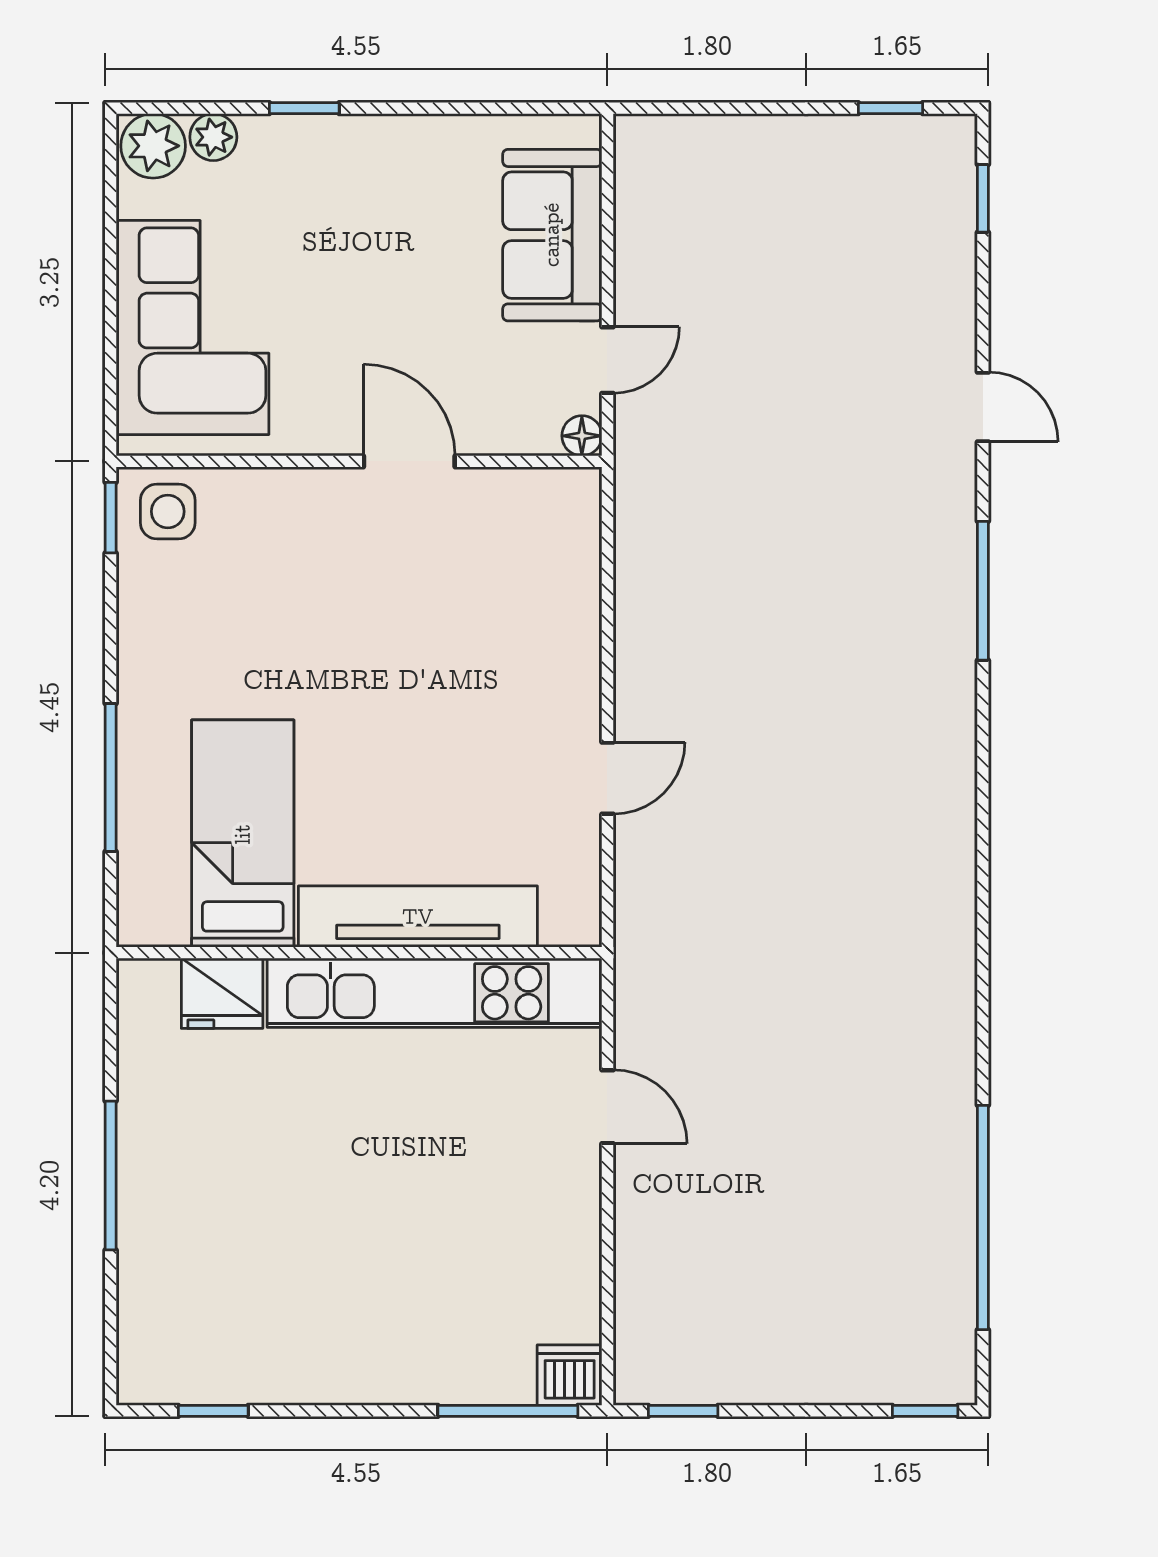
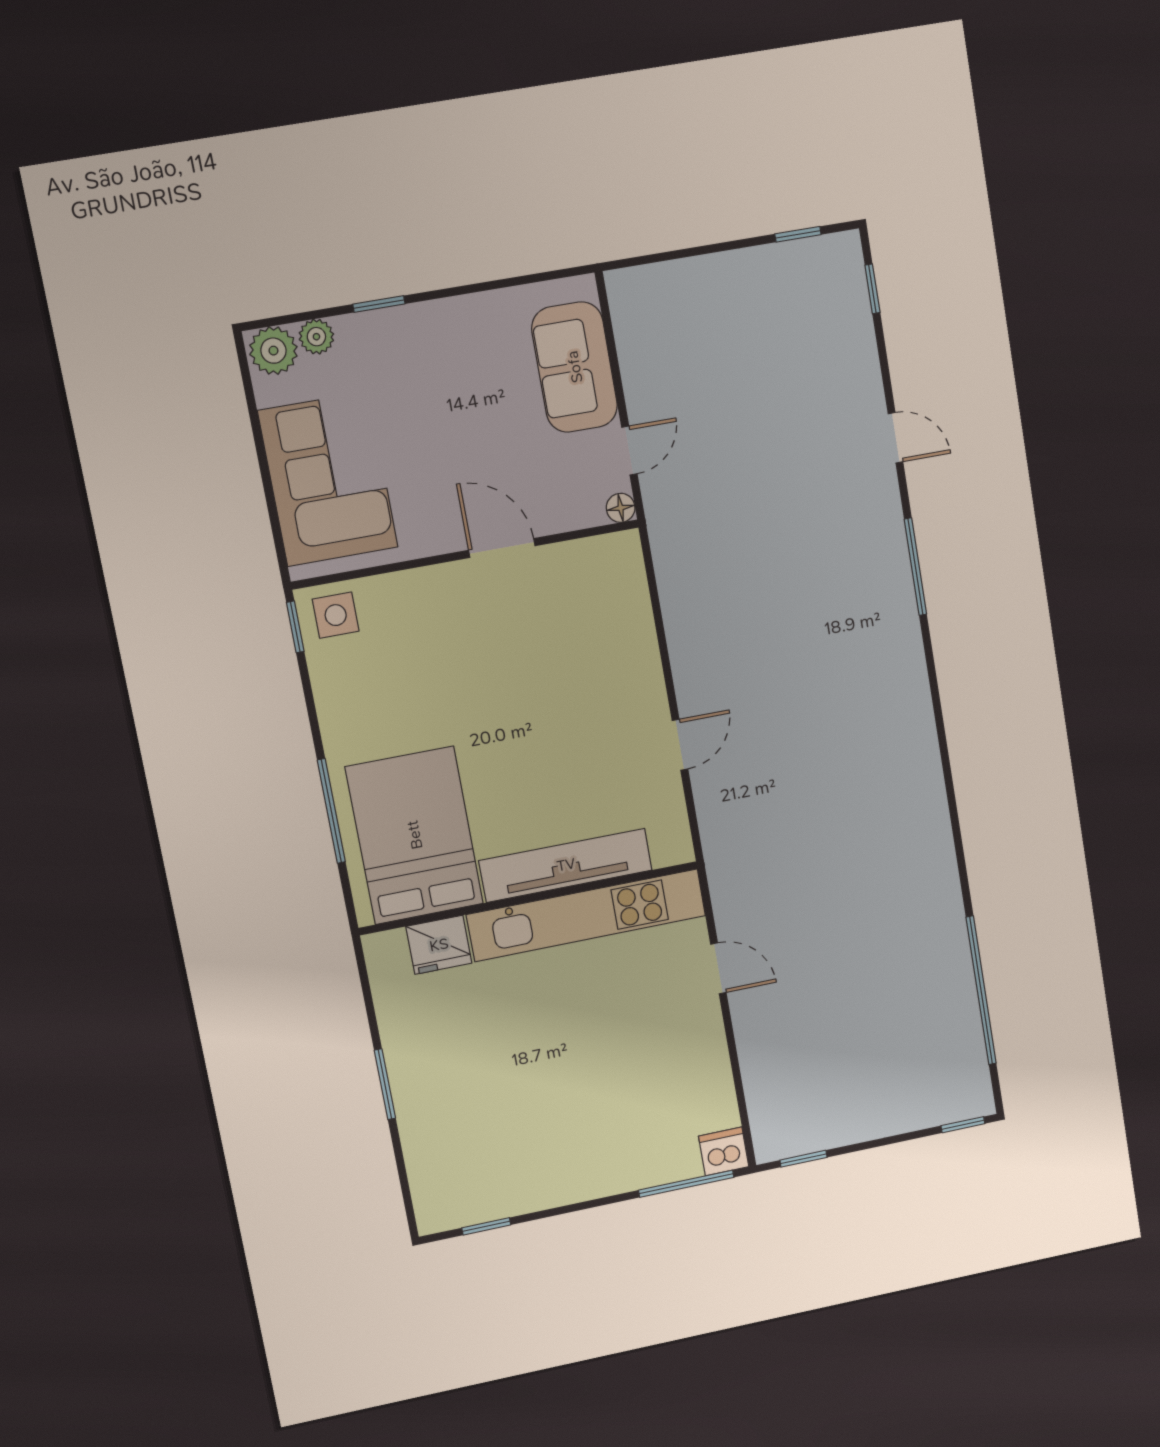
bed: (243, 834) -> (415, 835), width x1.50
window: (111, 1175) -> (385, 1084), width x0.69

